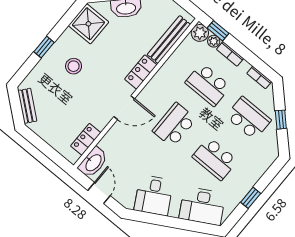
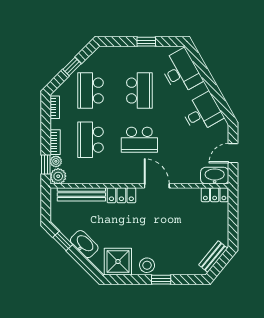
stool: (74, 66) -> (147, 265), moved
school desk: (208, 85) -> (90, 140), turned 180
locker: (86, 139) -> (215, 195), moved

